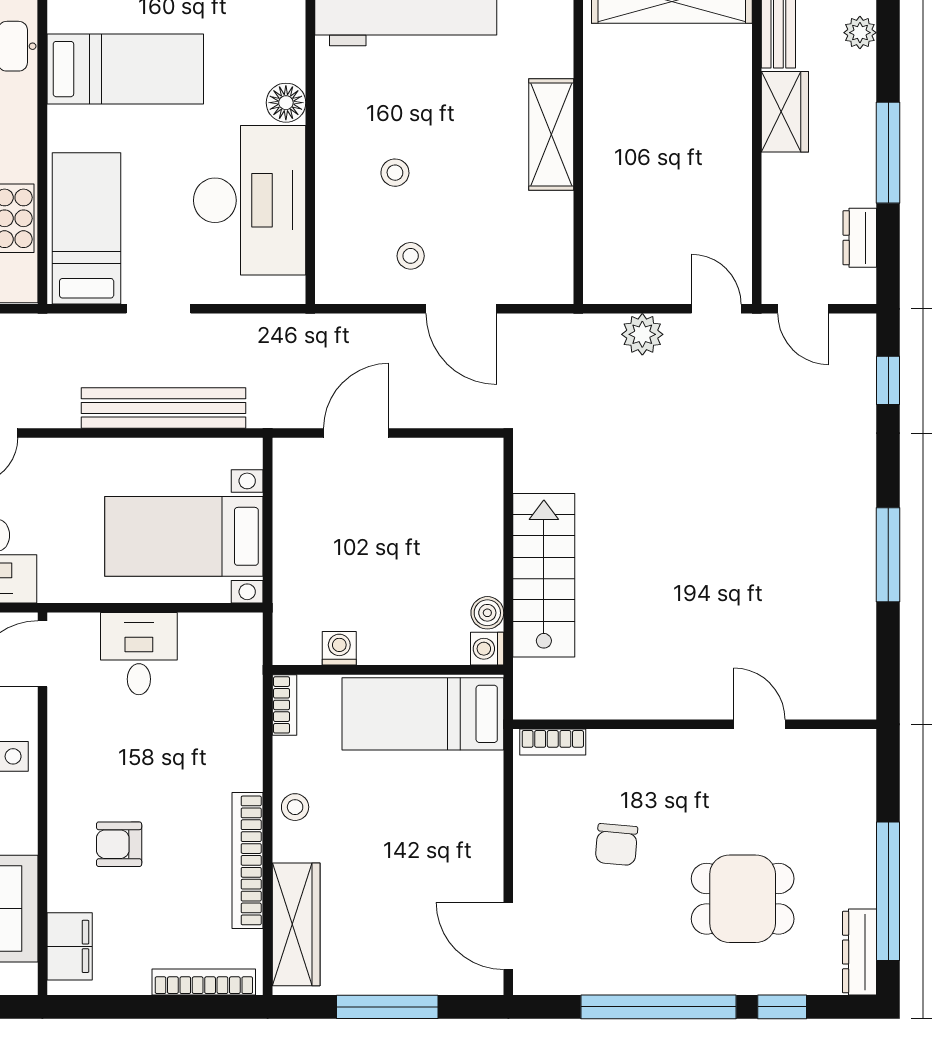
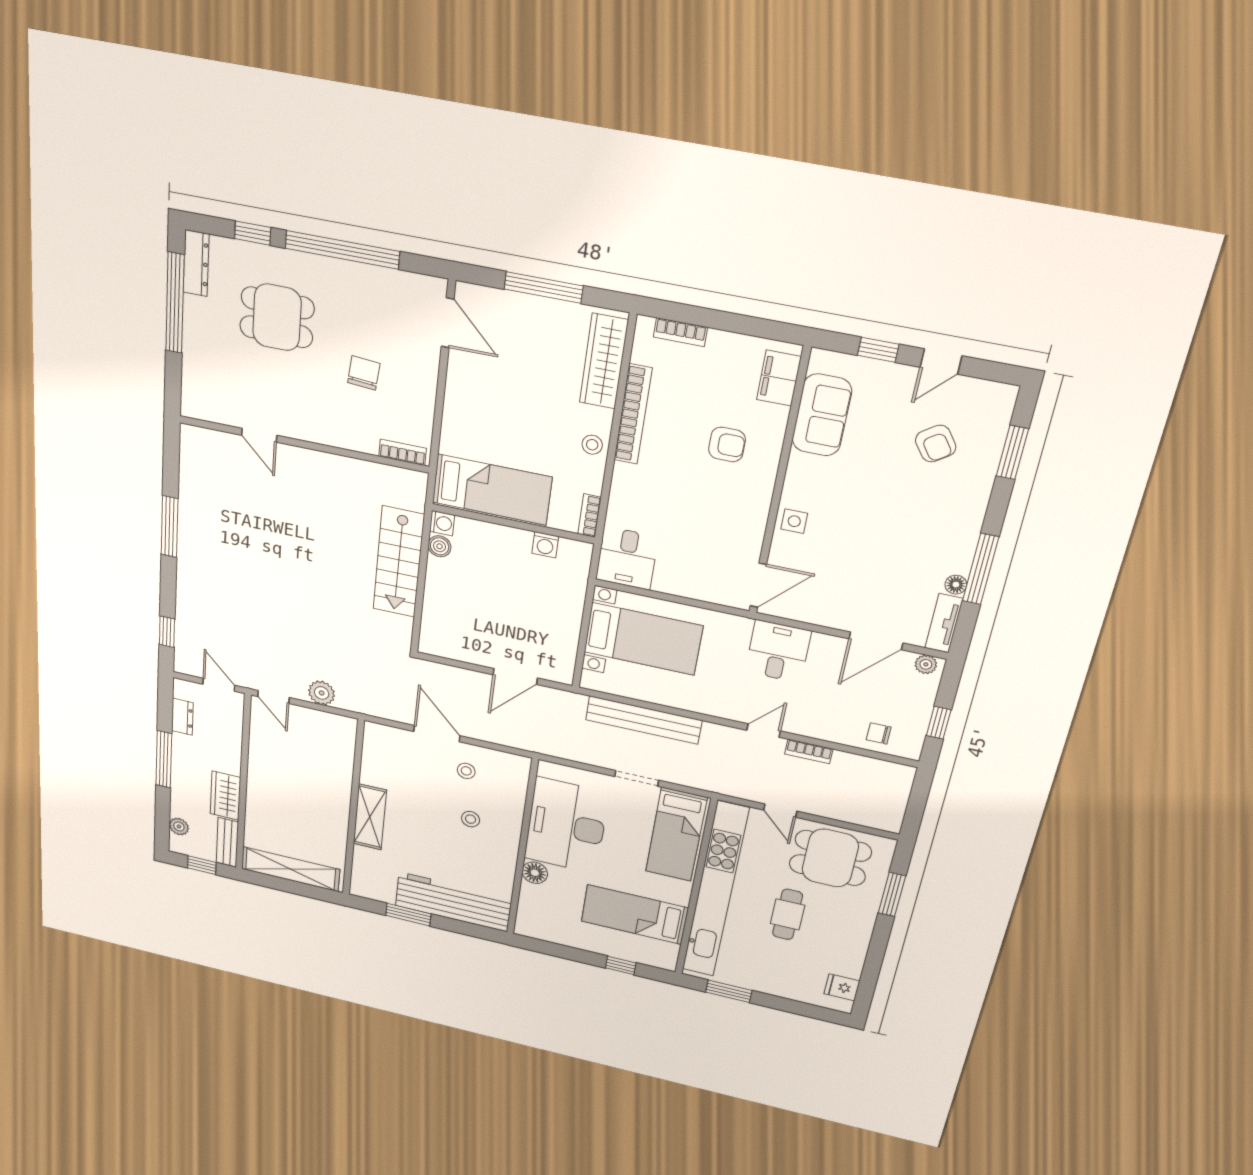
desk: (139, 654) -> (627, 558), moved
bookcase: (204, 982) -> (680, 332), width x0.64

